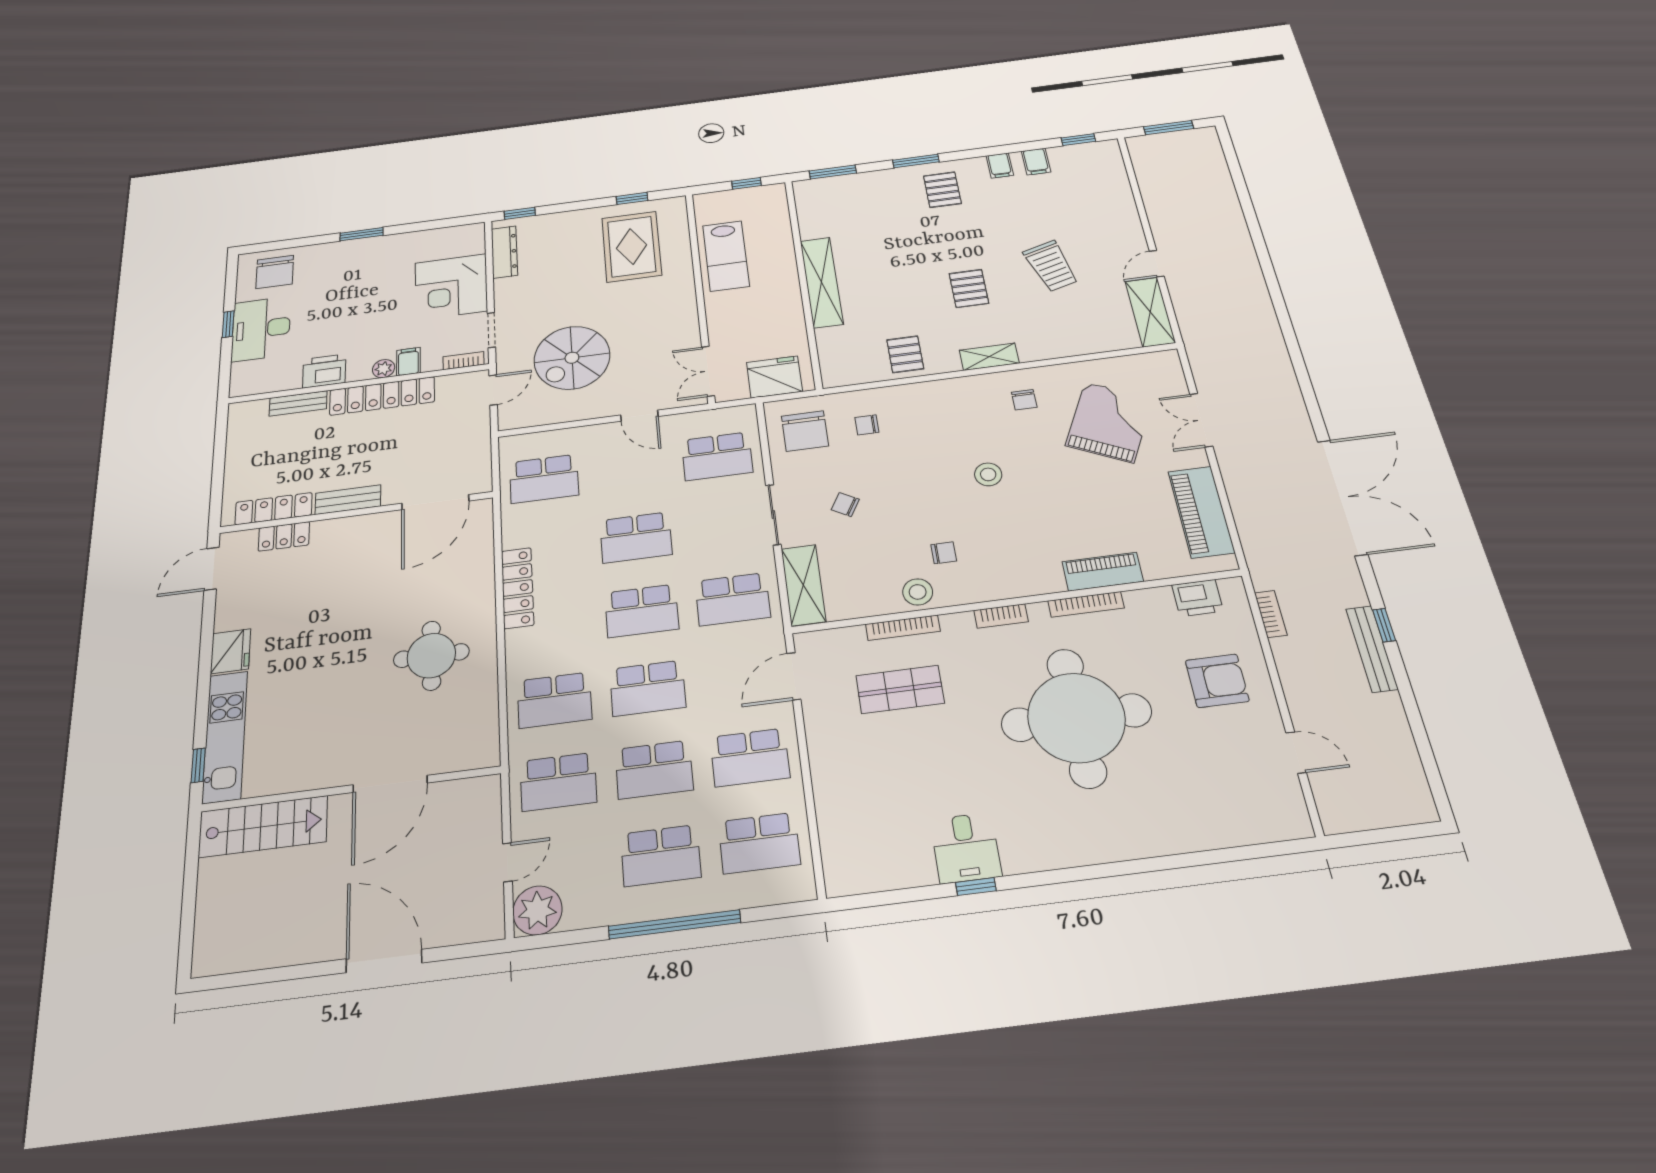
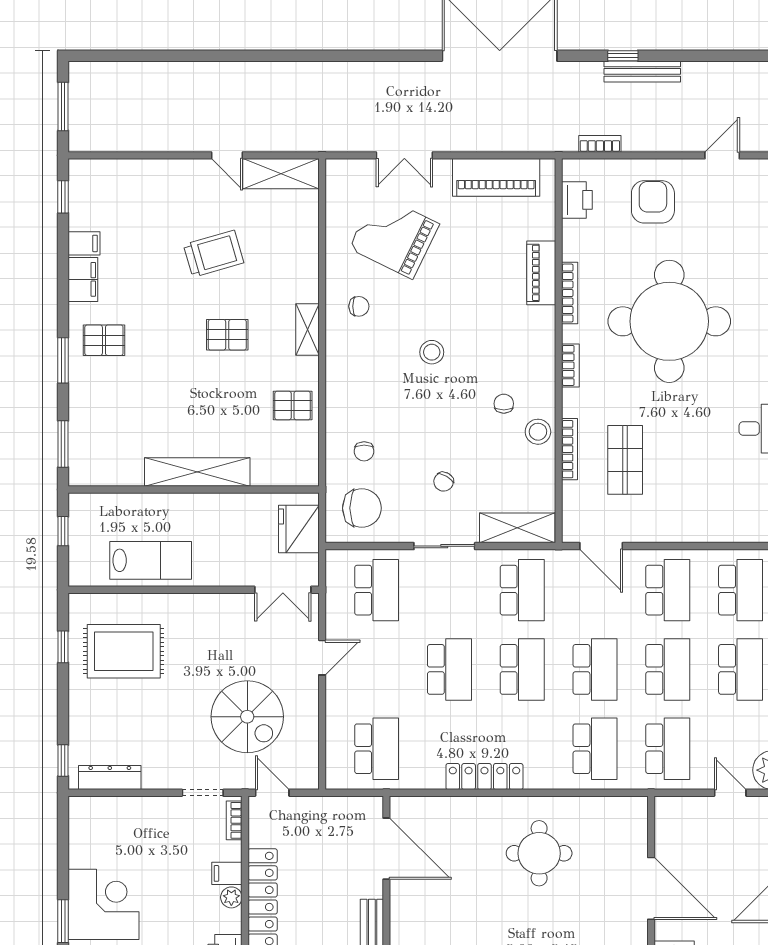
filing cabinet: (1000, 165) -> (83, 279), width x2.00
corner desk: (451, 287) -> (103, 904), moved, turned -90

